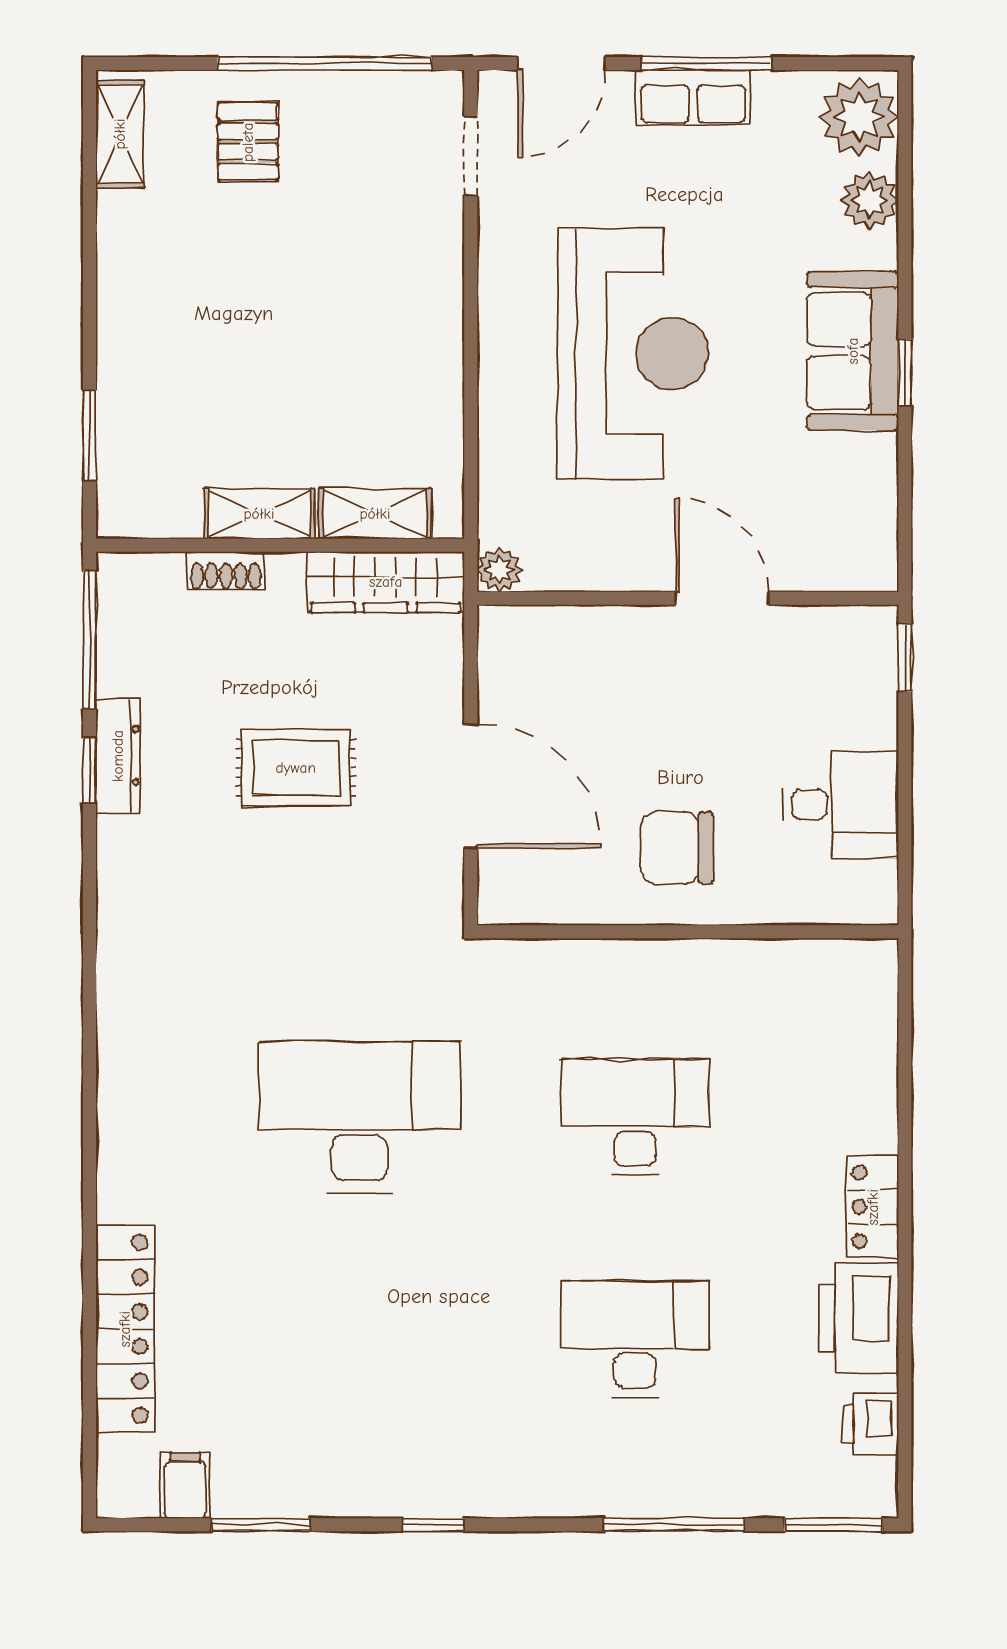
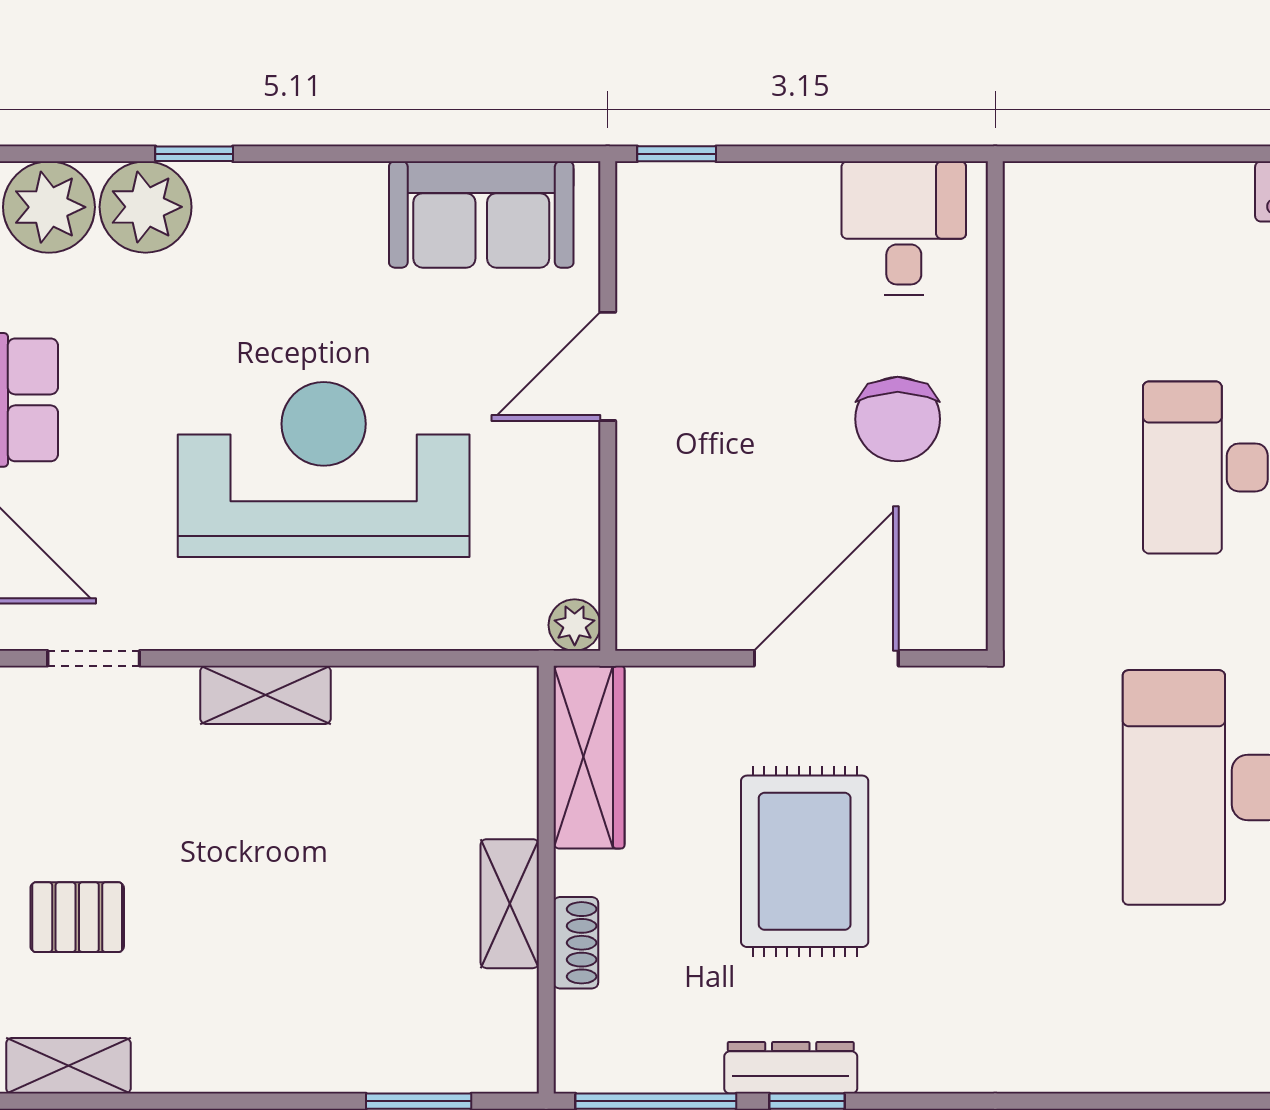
plant: (870, 200) -> (146, 207), width x1.36, depth x1.36
sofa: (853, 351) -> (481, 214), moved
window: (905, 373) -> (194, 154), moved
shelving: (375, 514) -> (266, 695), moved, turned 90
rug: (296, 768) -> (805, 861), width x1.36, depth x1.43
desk: (841, 804) -> (904, 228), moved

